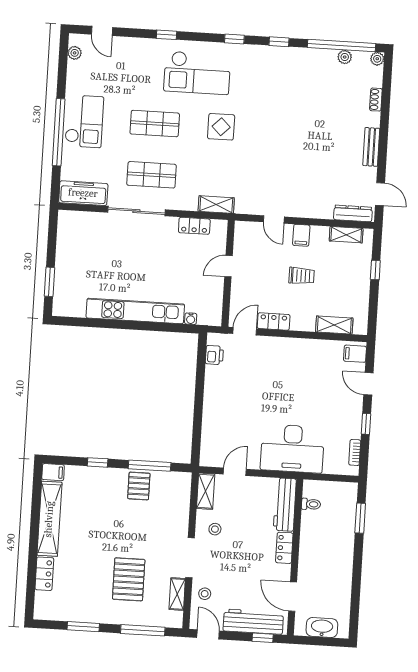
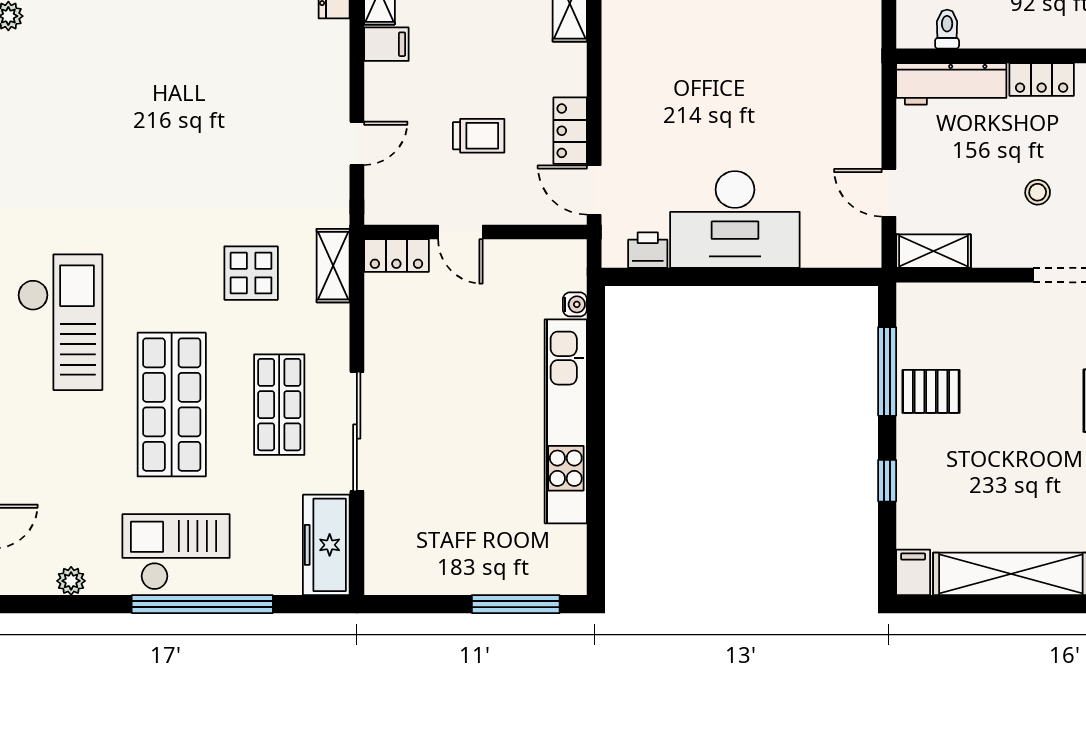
plant: (75, 53) -> (71, 581), moved
shop shelf: (155, 124) -> (172, 405), width x1.43, depth x1.36
display table: (221, 127) -> (251, 273), moved
locker: (194, 226) -> (396, 256), moved, turned 90
filing cabinet: (301, 235) -> (386, 44), moved
trolley: (302, 276) -> (479, 136), moved, turned 90
window: (50, 282) -> (516, 604), width x1.44
desk: (292, 449) -> (735, 220), moved, turned 90
stool: (215, 529) -> (1038, 192), moved

